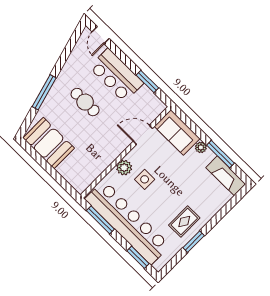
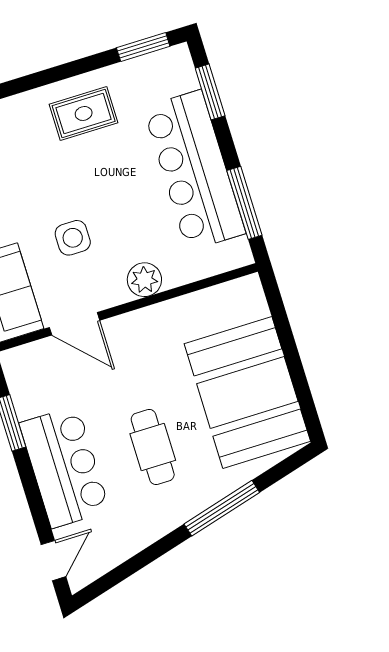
booth: (49, 143) -> (247, 392), width x1.36, depth x1.42
side table: (145, 179) -> (73, 238), moved
bar counter: (127, 222) -> (194, 170), width x0.73
window: (194, 242) -> (143, 47), moved

